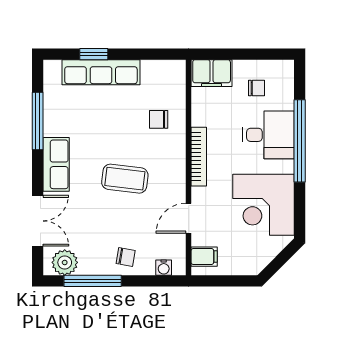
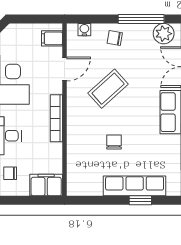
chair: (159, 119) -> (114, 142), moved, turned -90
coffee table: (125, 179) -> (108, 89), moved, turned -49

